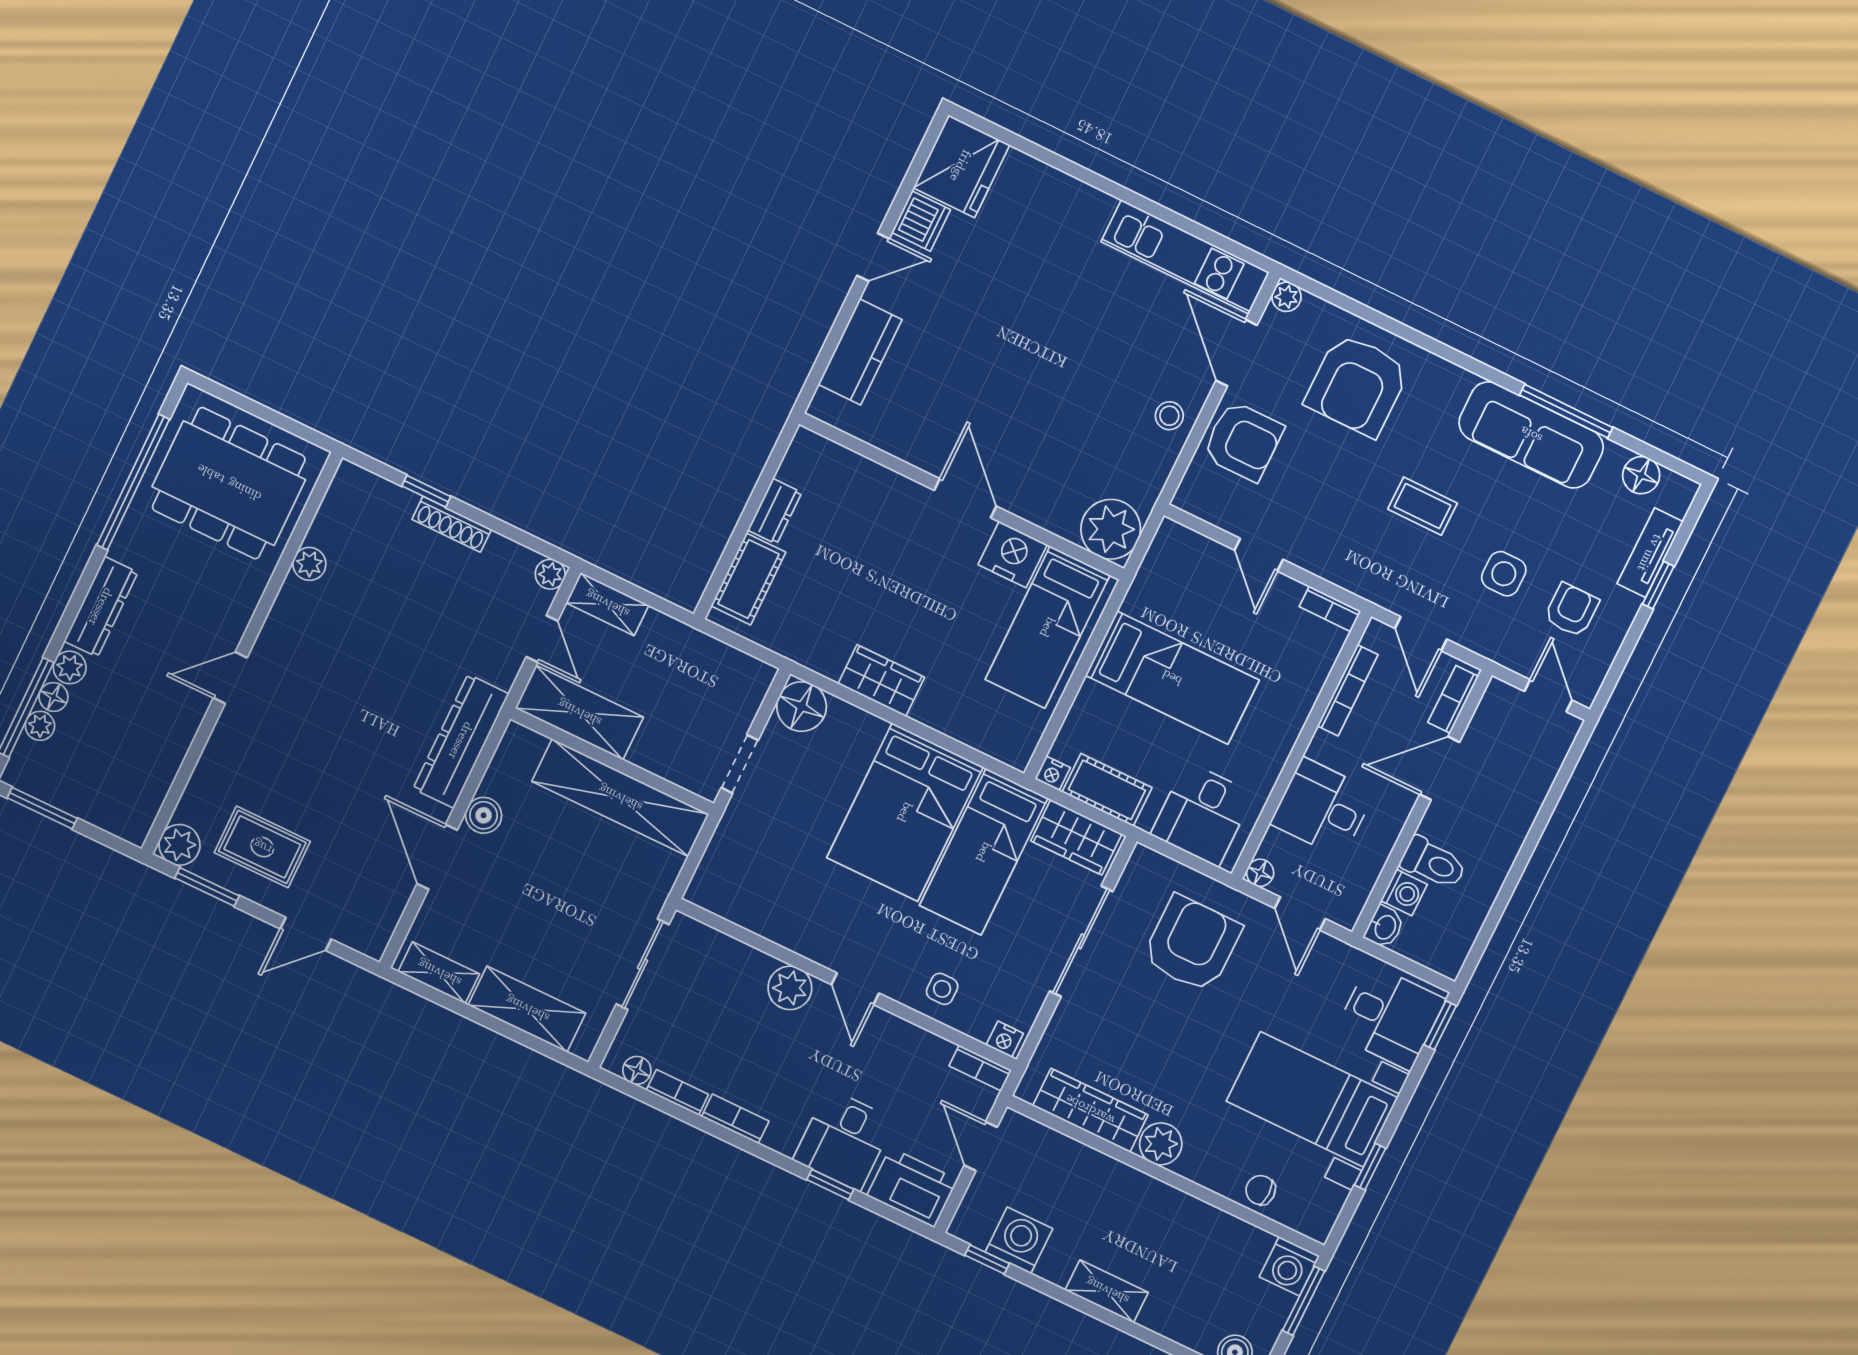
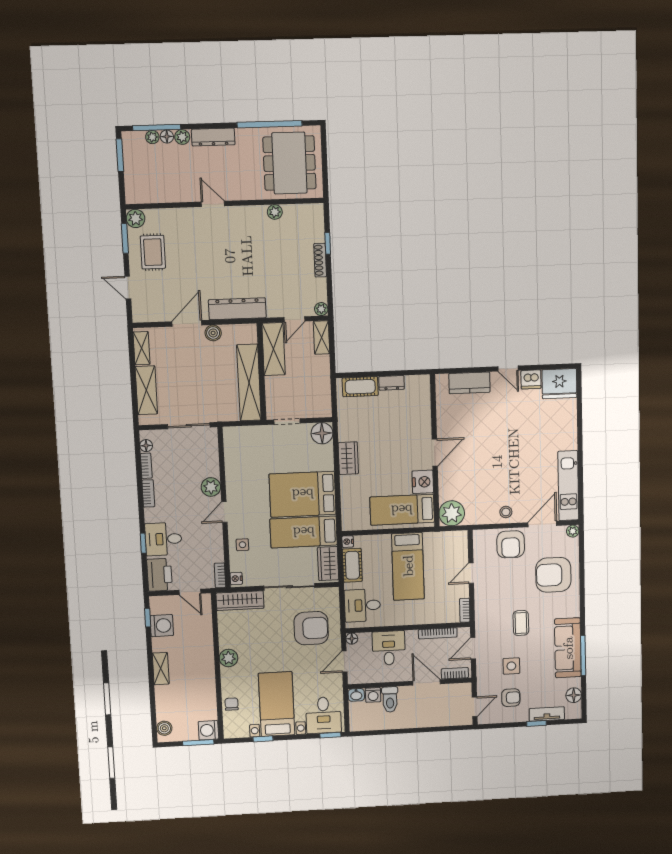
wardrobe: (1090, 1110) -> (240, 601), moved, turned 90
door: (981, 1146) -> (190, 592), swing flipped

